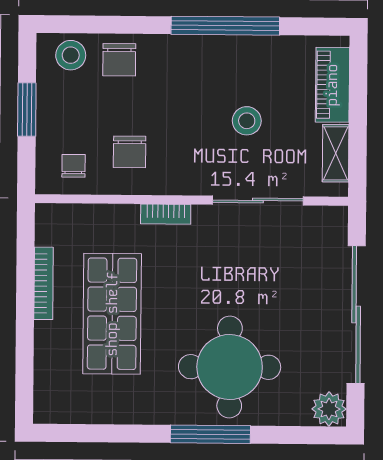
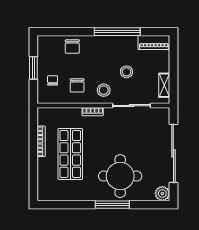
stool: (71, 55) -> (104, 90), moved
piano: (332, 85) -> (154, 43), moved, turned -90
chair: (74, 166) -> (53, 80), moved

